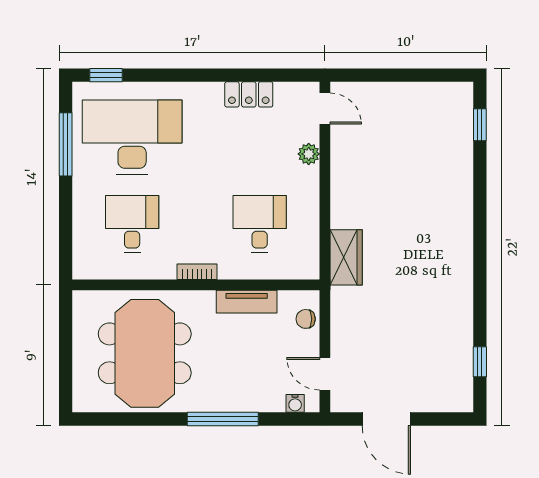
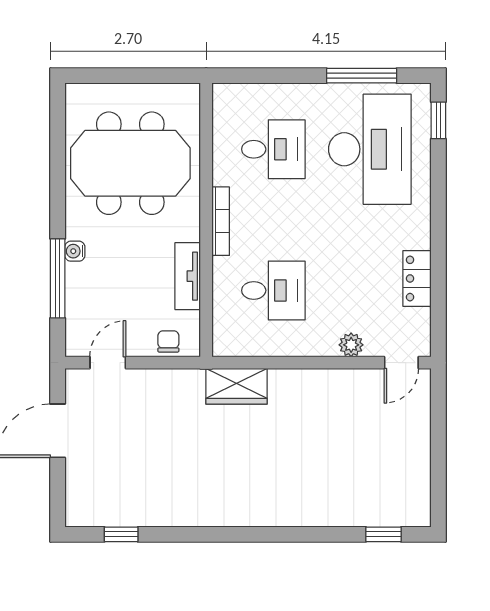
bookcase: (197, 272) -> (221, 221), width x1.56
water cooler: (295, 403) -> (75, 251), moved
window: (223, 419) -> (58, 278), moved

